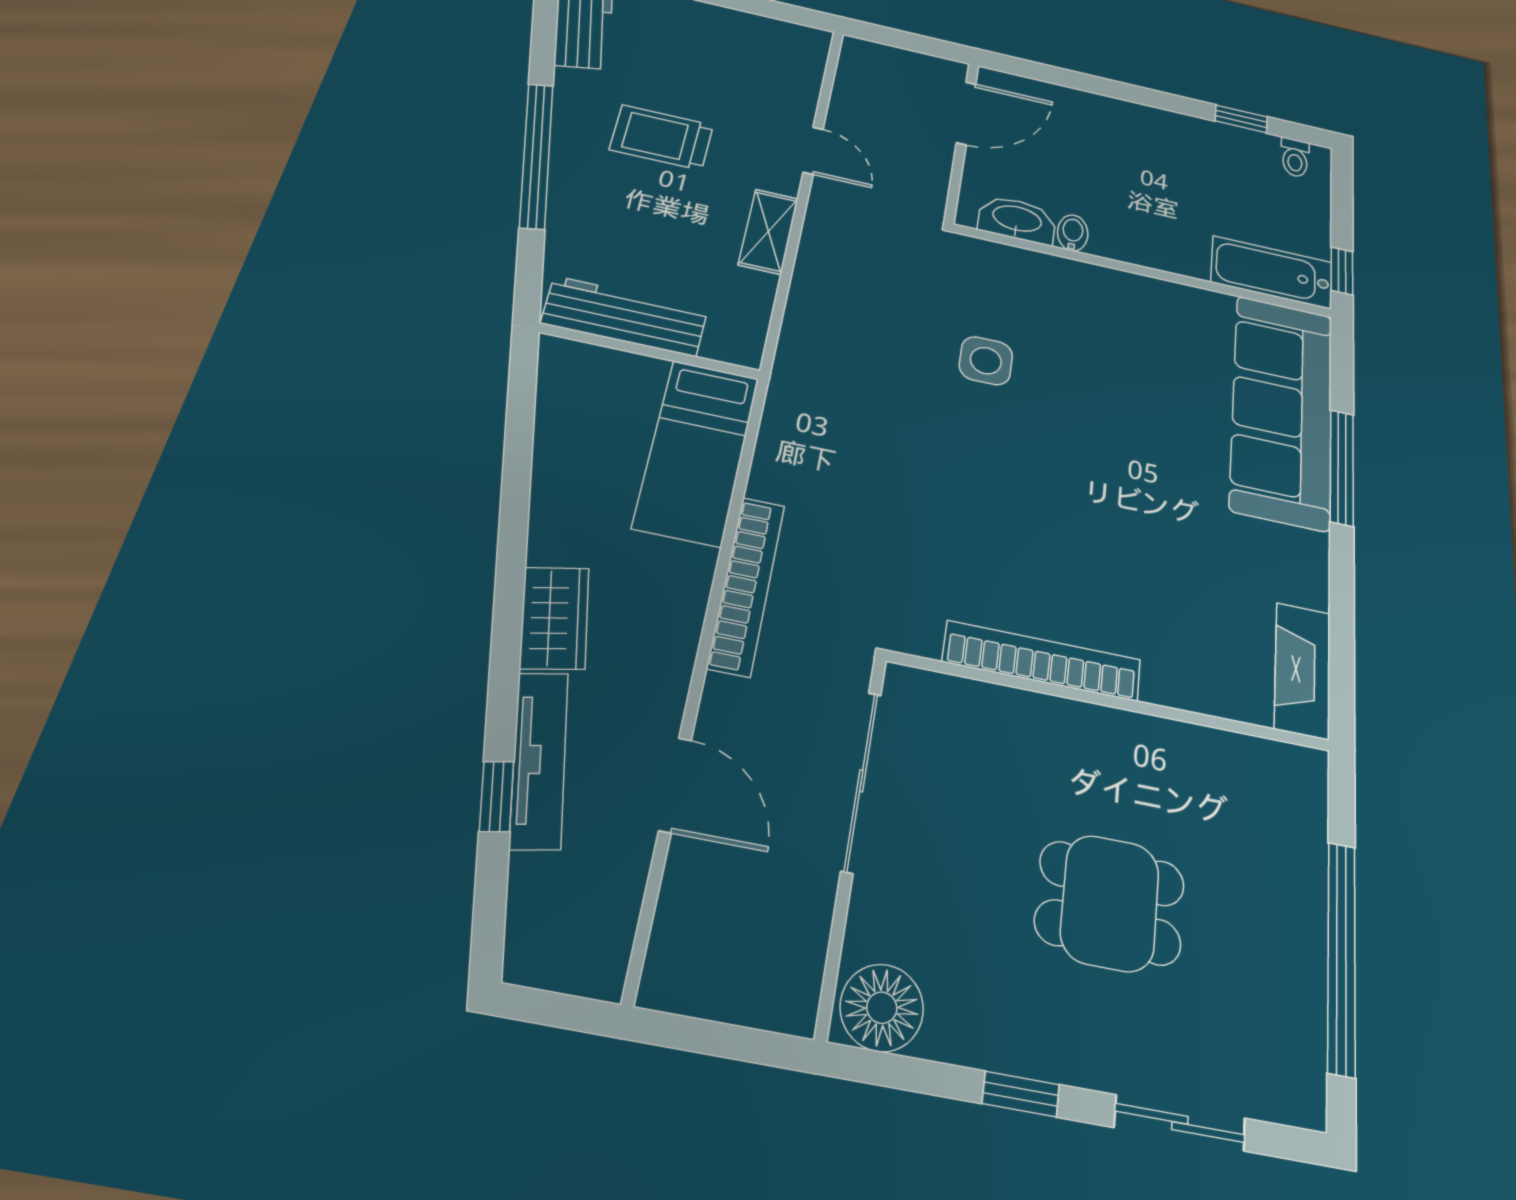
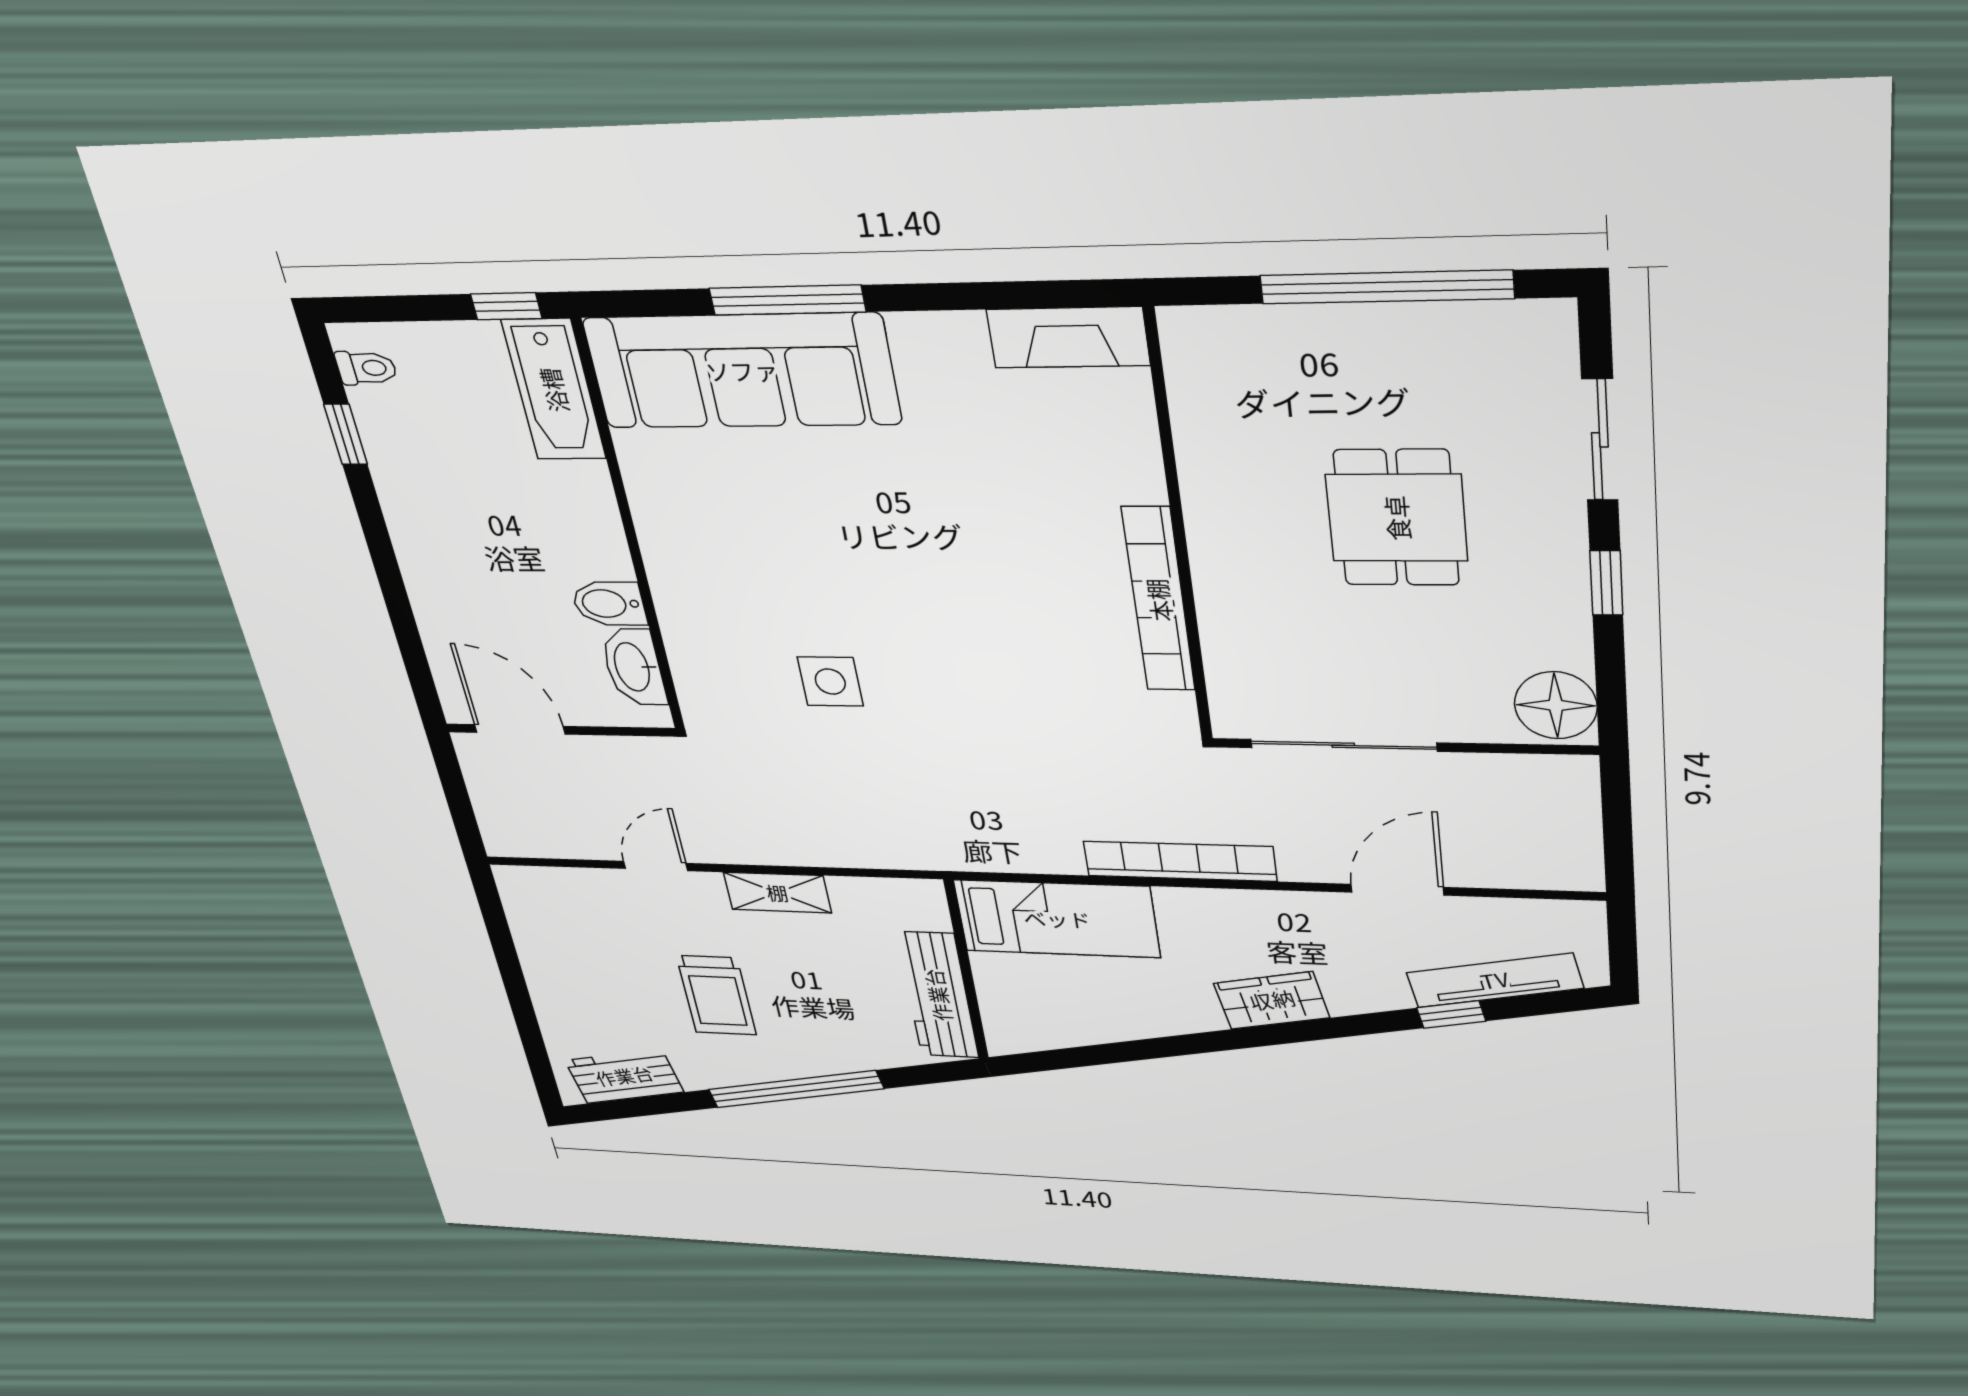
bidet: (1073, 233) -> (609, 604), width x1.38, depth x1.36
tv unit: (539, 759) -> (1495, 980), moved

